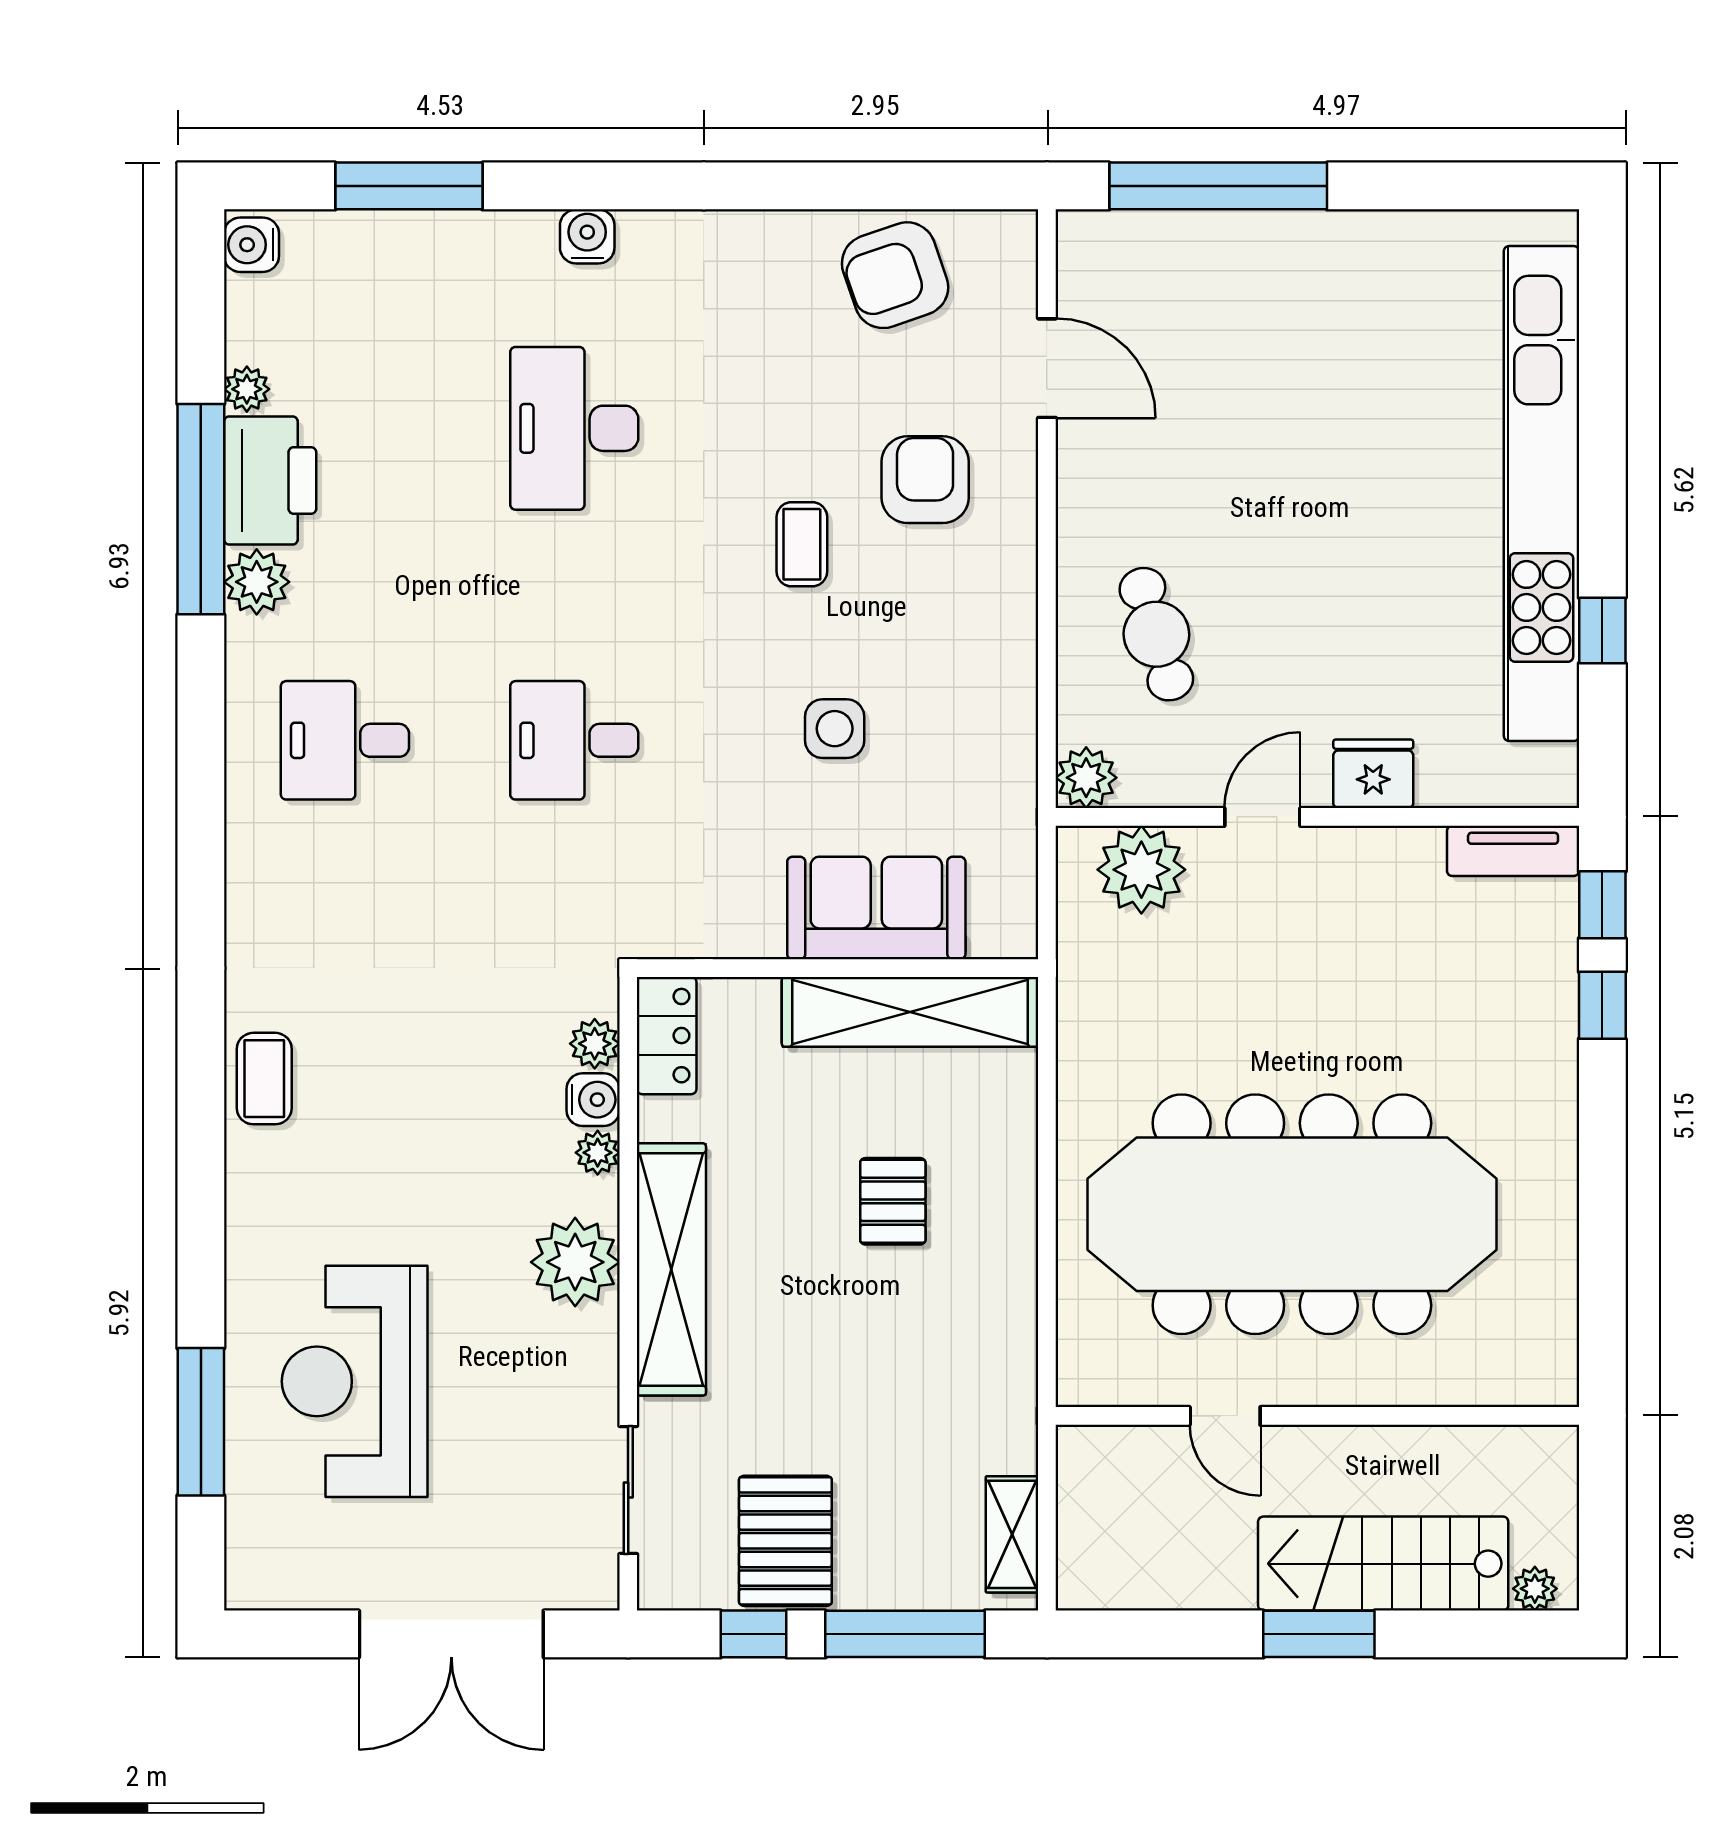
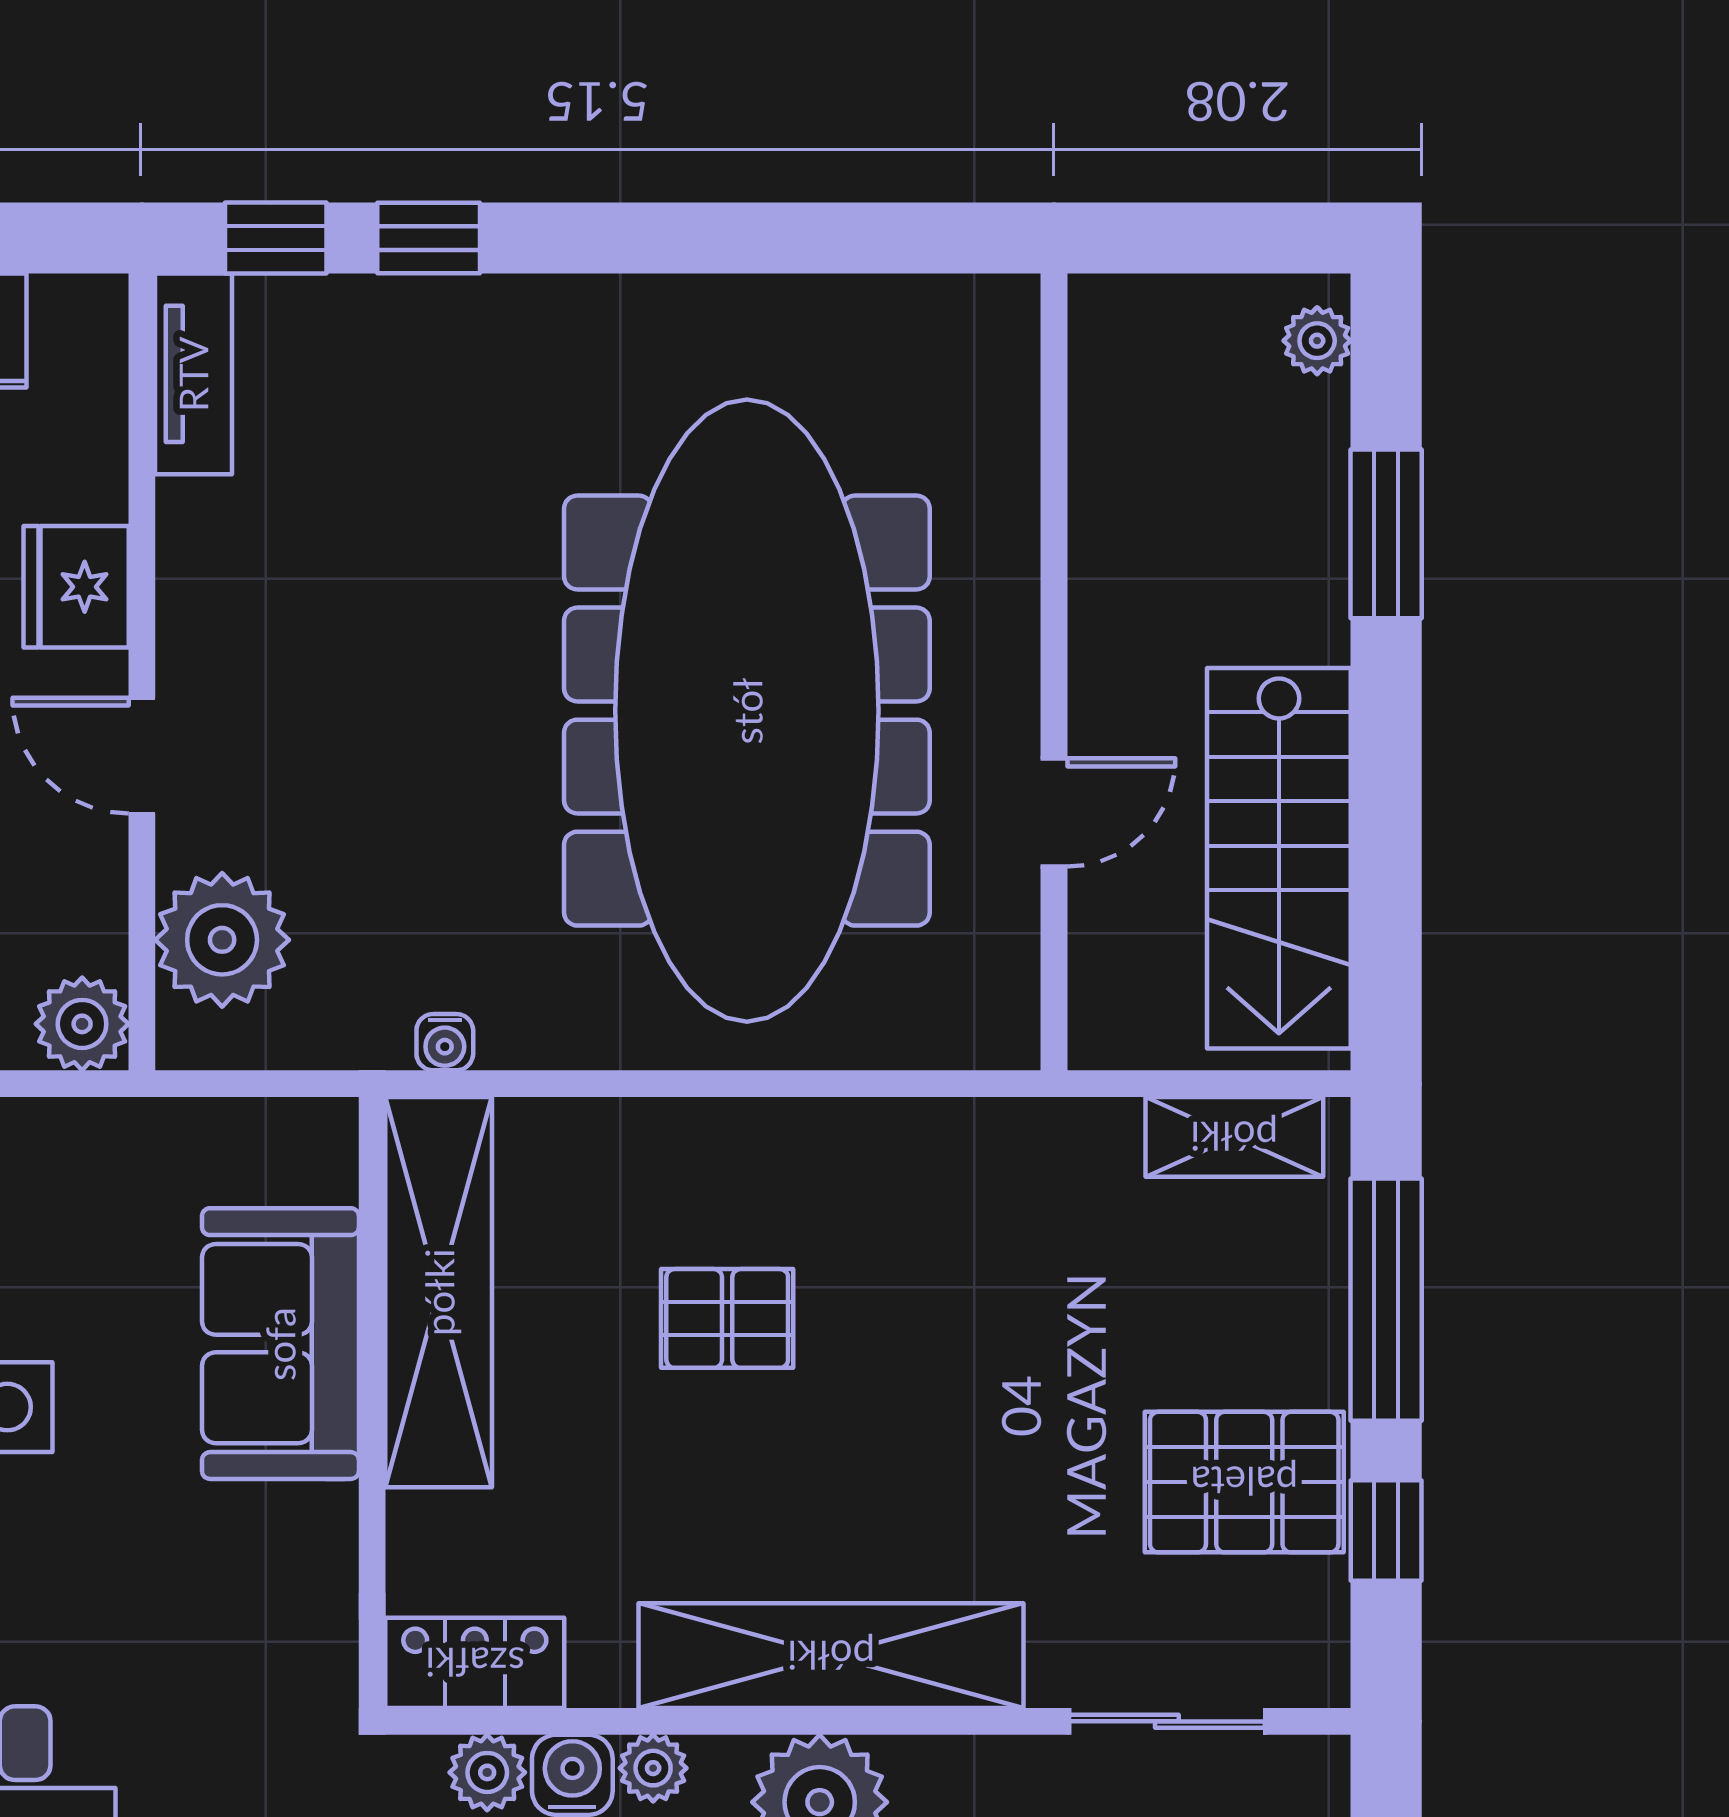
water cooler: (1074, 1016) -> (445, 1042), added
stairs: (1383, 1564) -> (1279, 858), moved
window: (1319, 1634) -> (1386, 534), moved

